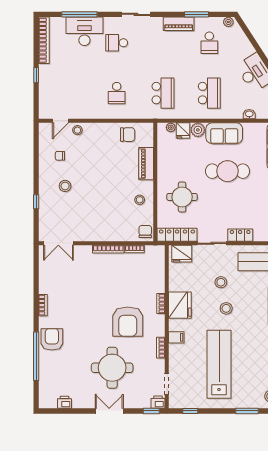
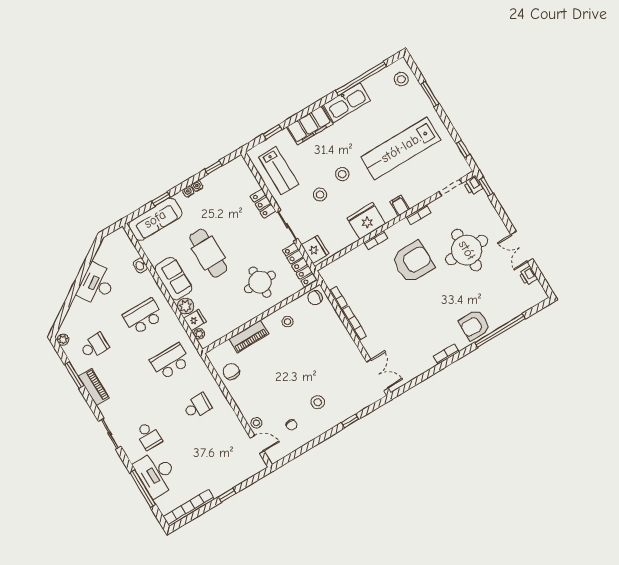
double door: (109, 411) -> (522, 247), moved

